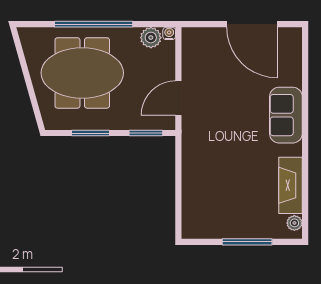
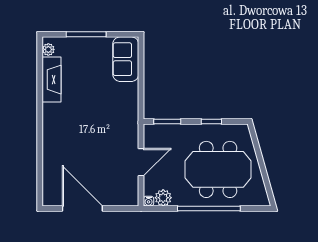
door: (178, 98) -> (141, 162), moved
sofa: (286, 115) -> (126, 59), moved, turned 180
window: (91, 133) -> (211, 121), width x0.67

